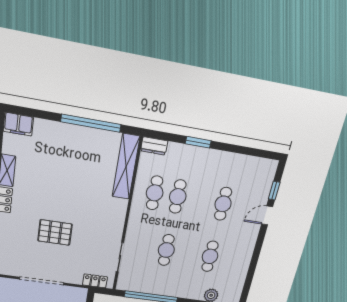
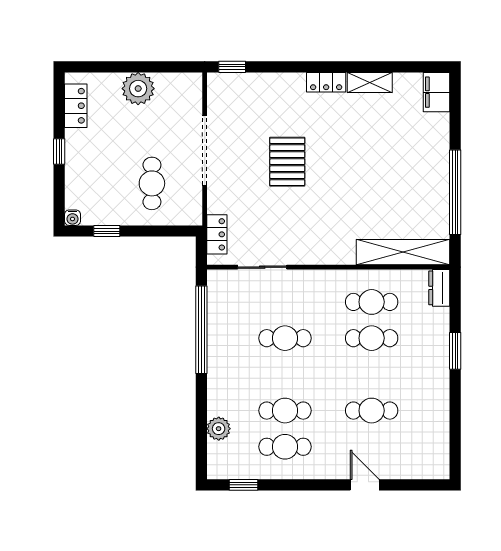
window: (274, 191) -> (244, 485), moved
cafe table: (231, 259) -> (285, 447), added

